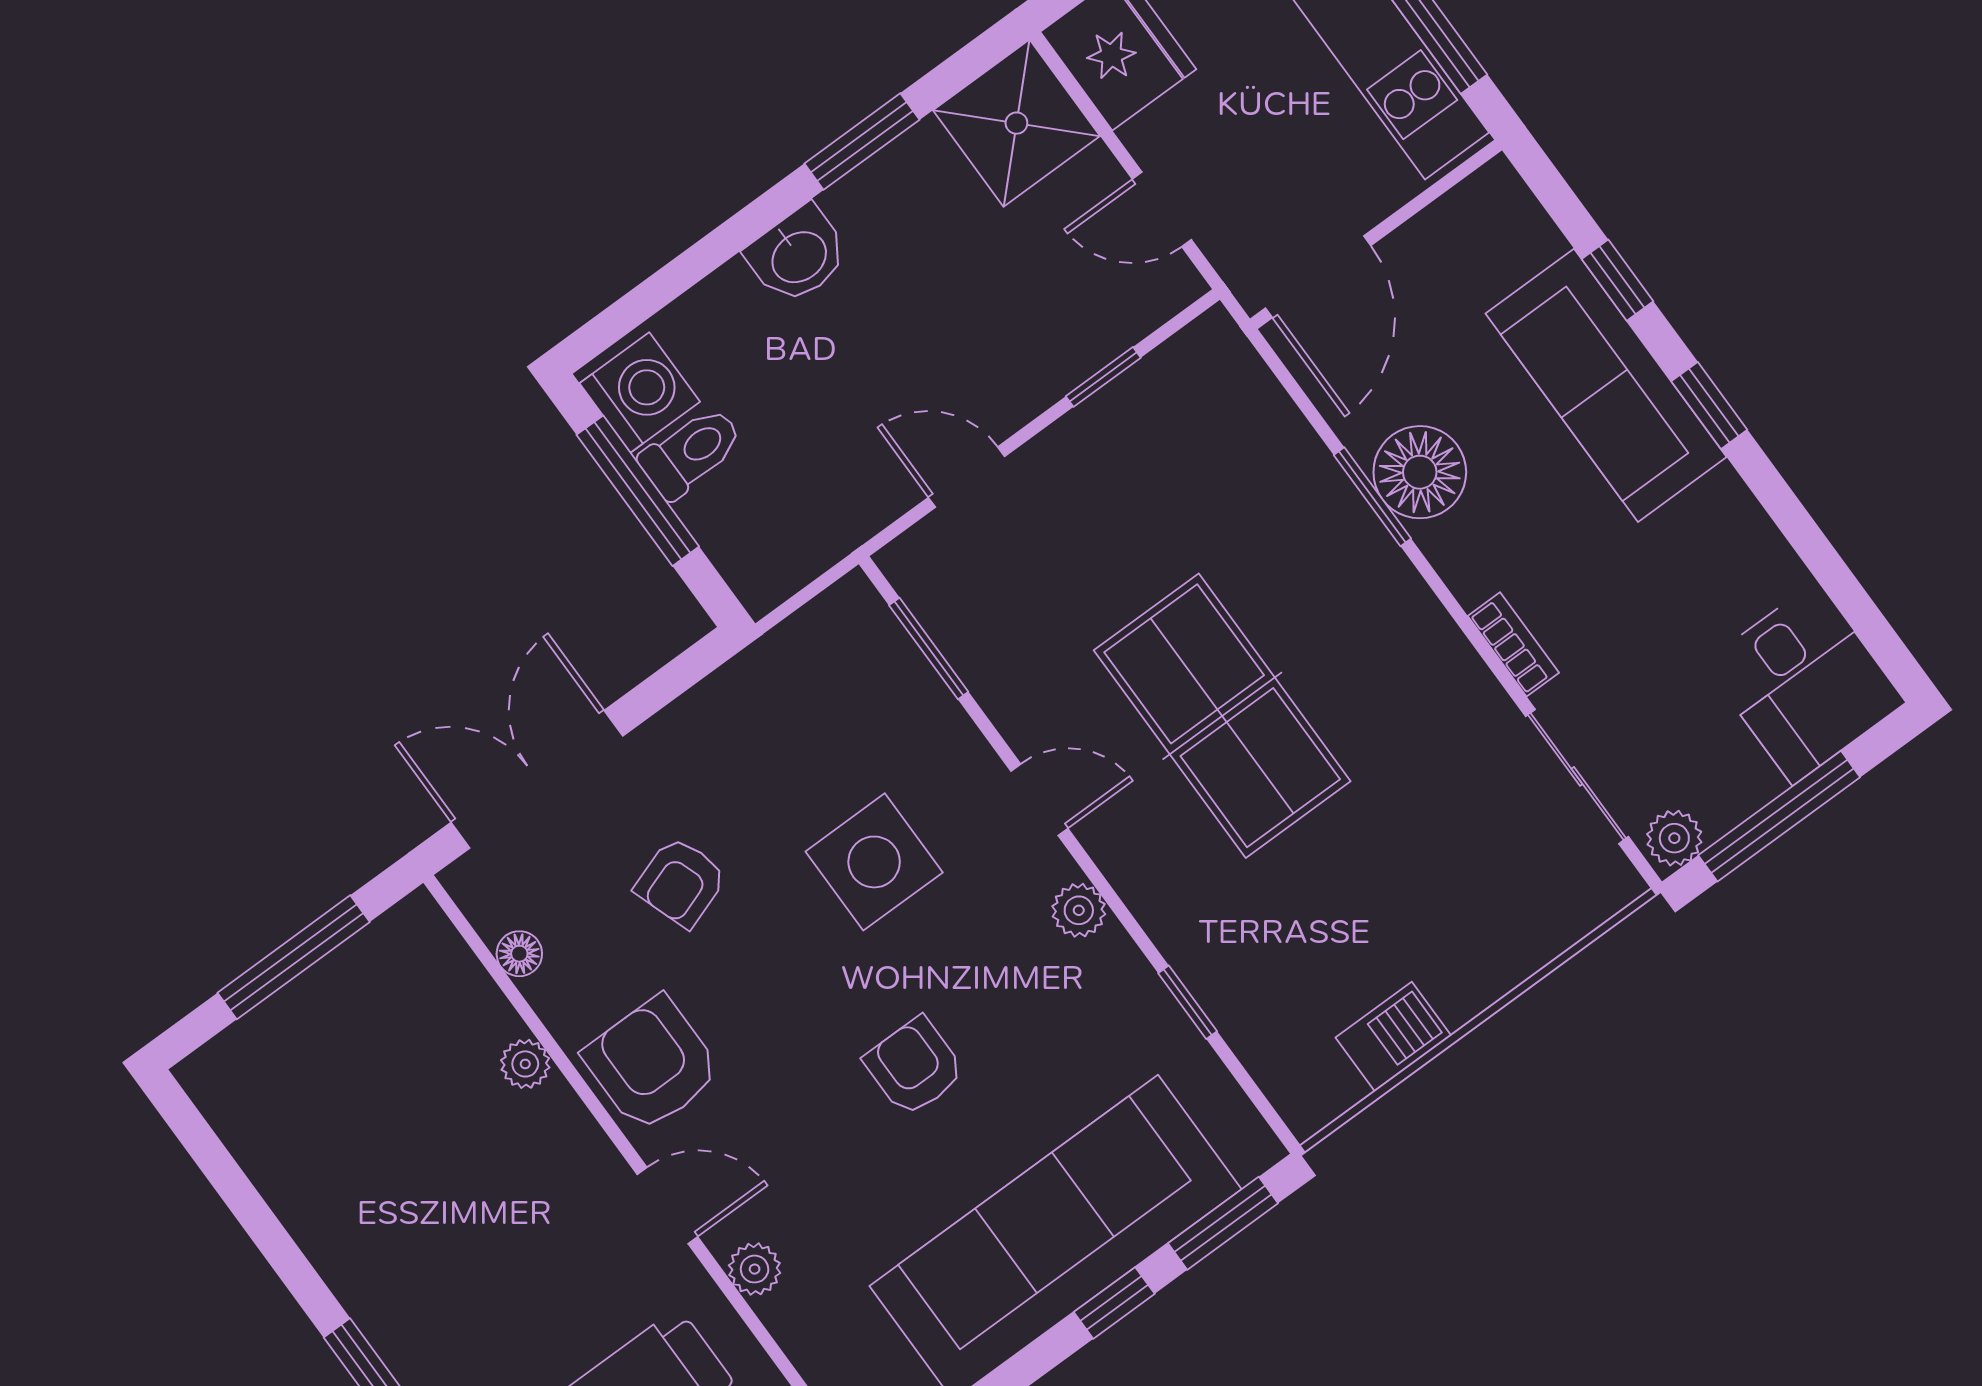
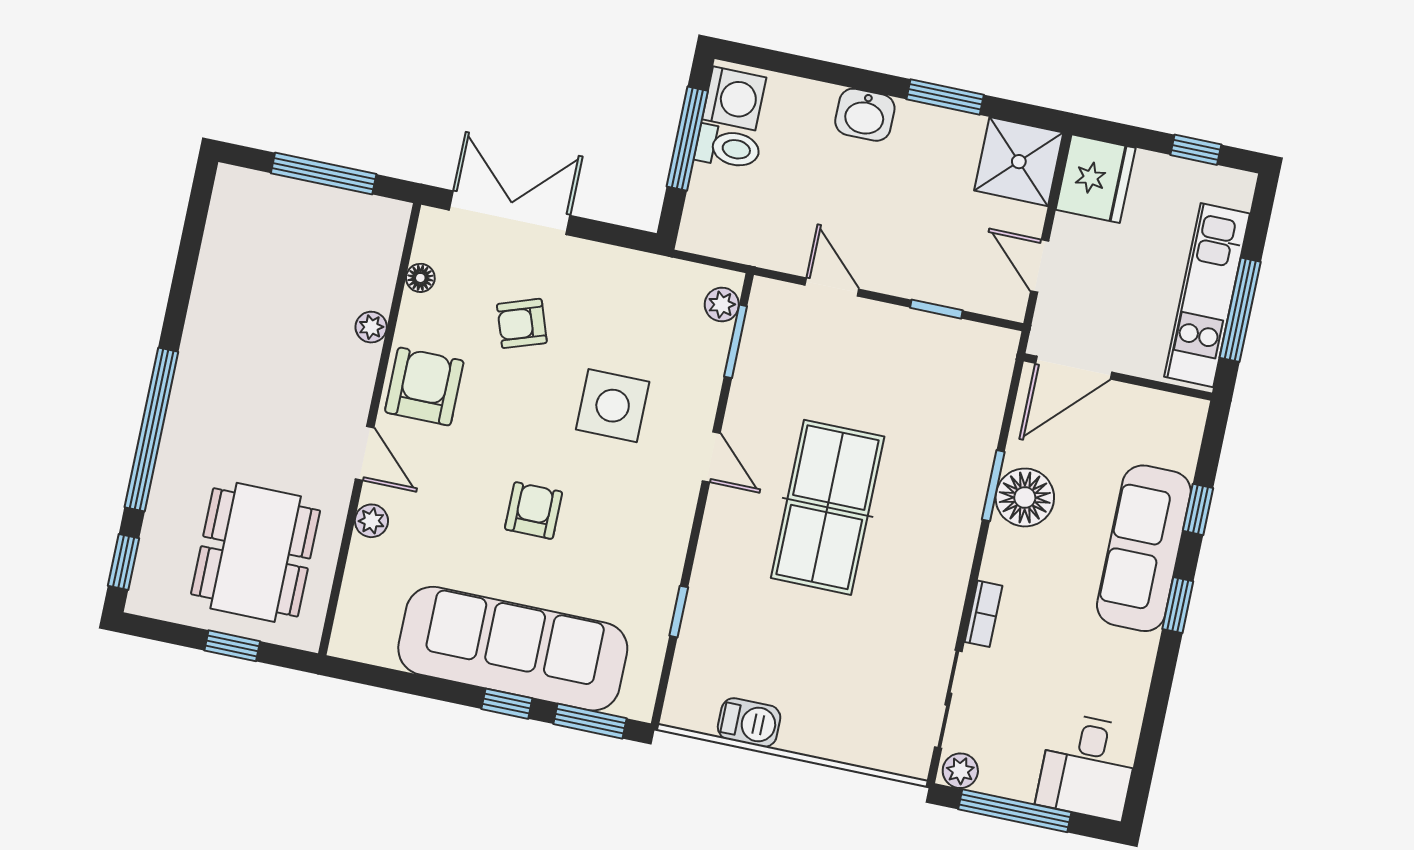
plant: (1079, 910) -> (722, 305), moved

